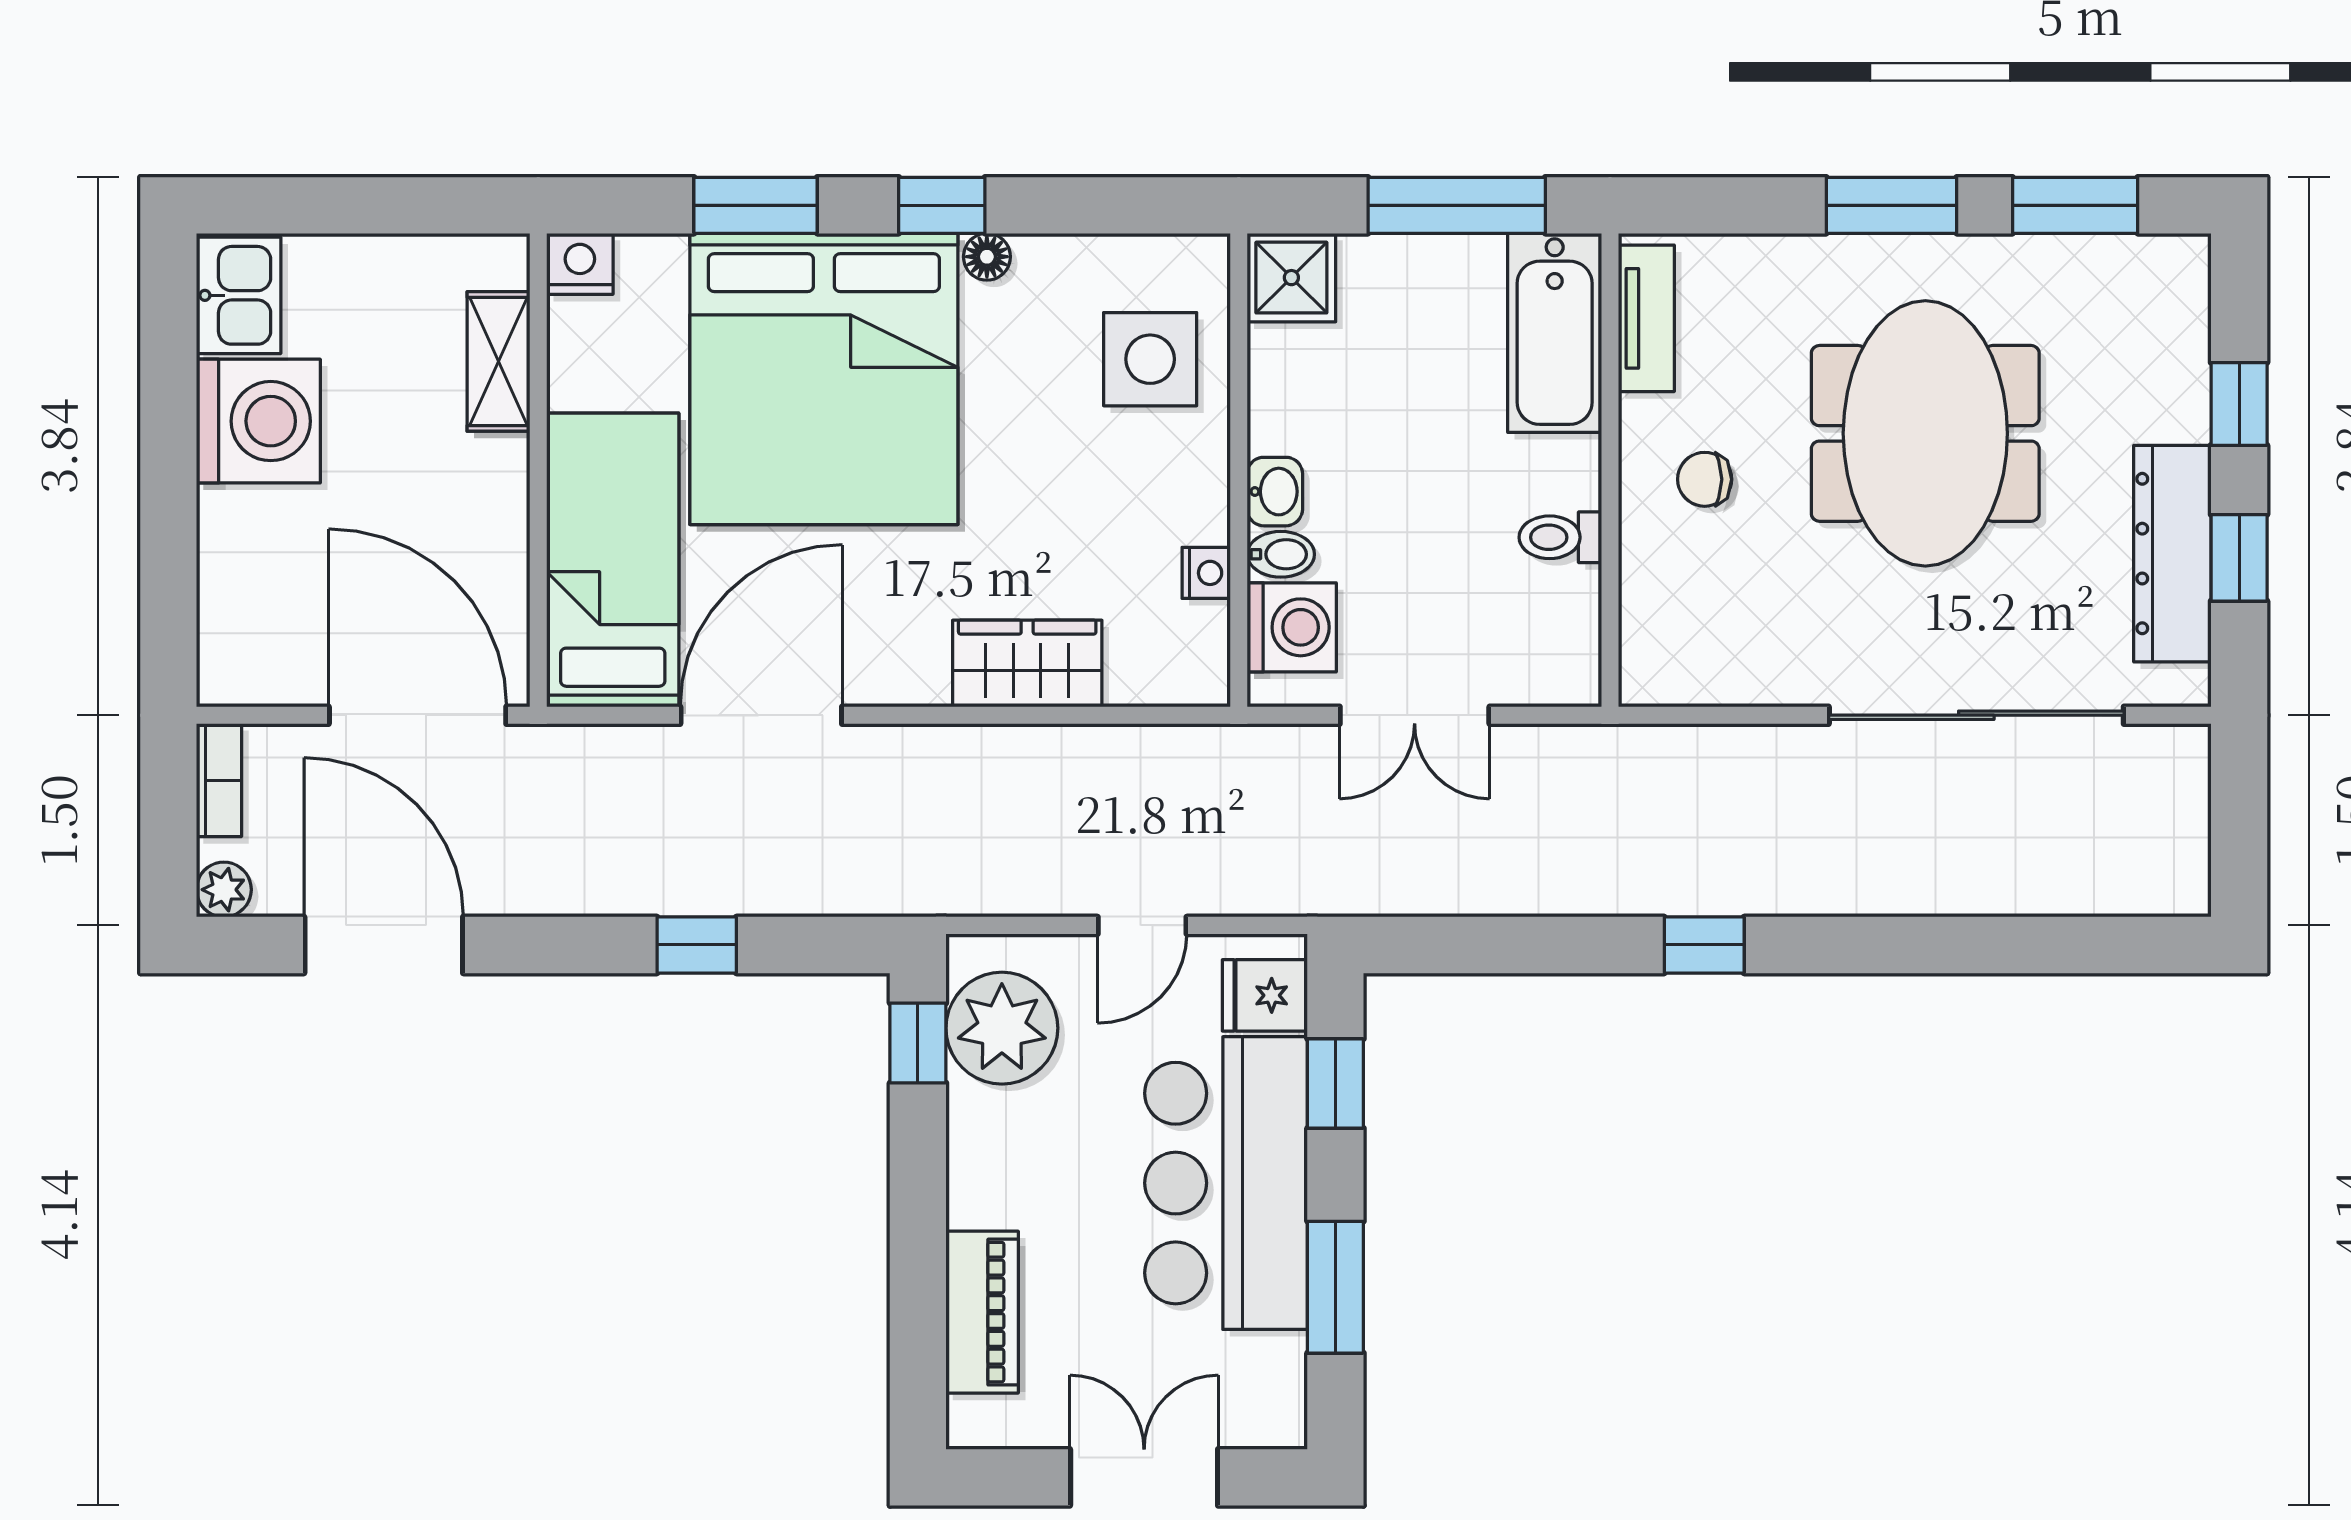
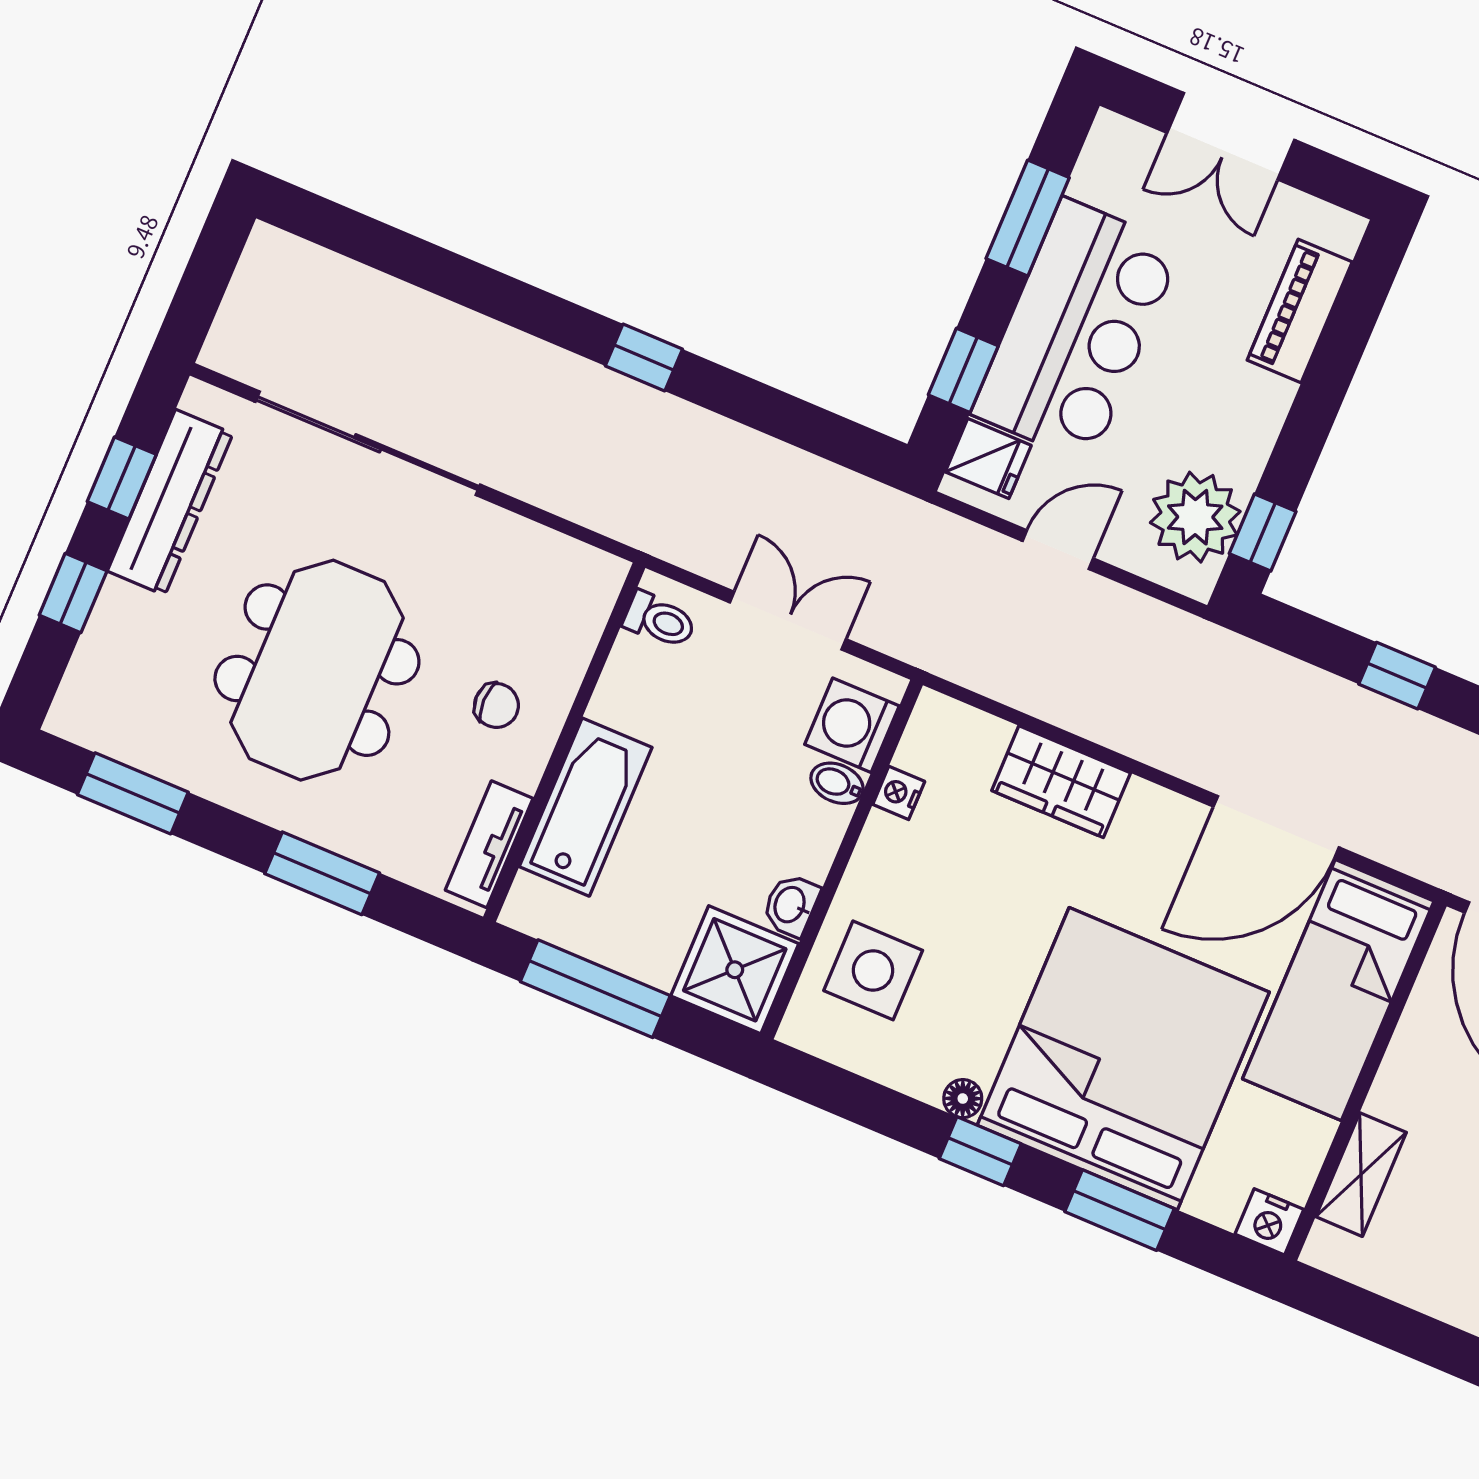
window: (1892, 205) -> (322, 873), moved
shower: (1291, 278) -> (735, 970), width x1.36, depth x1.36
bathtub: (1555, 333) -> (586, 807), moved
washbasin: (1275, 492) -> (791, 905), moved
toilet: (1560, 537) -> (660, 620), moved

